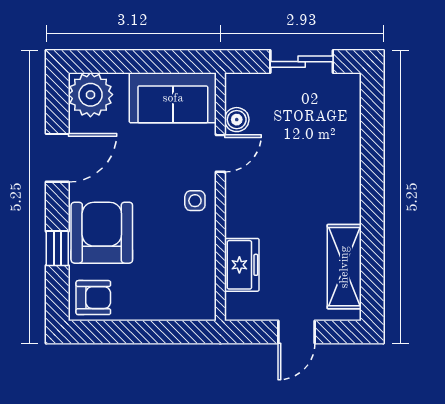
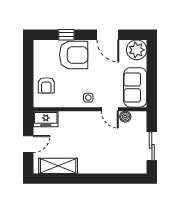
freezer: (242, 265) -> (46, 119), moved
armchair: (93, 298) -> (46, 85), moved
door: (296, 332) -> (28, 144), swing flipped

